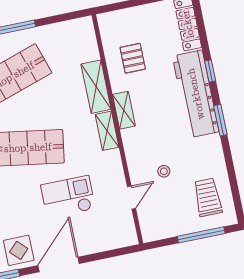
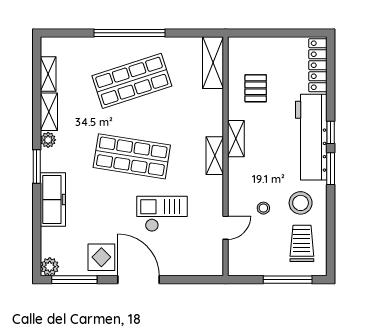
window: (210, 71) -> (331, 132), moved
shelving: (96, 87) -> (213, 63), moved
stool: (198, 159) -> (301, 203), added
door: (59, 264) -> (138, 280), hinge flipped

